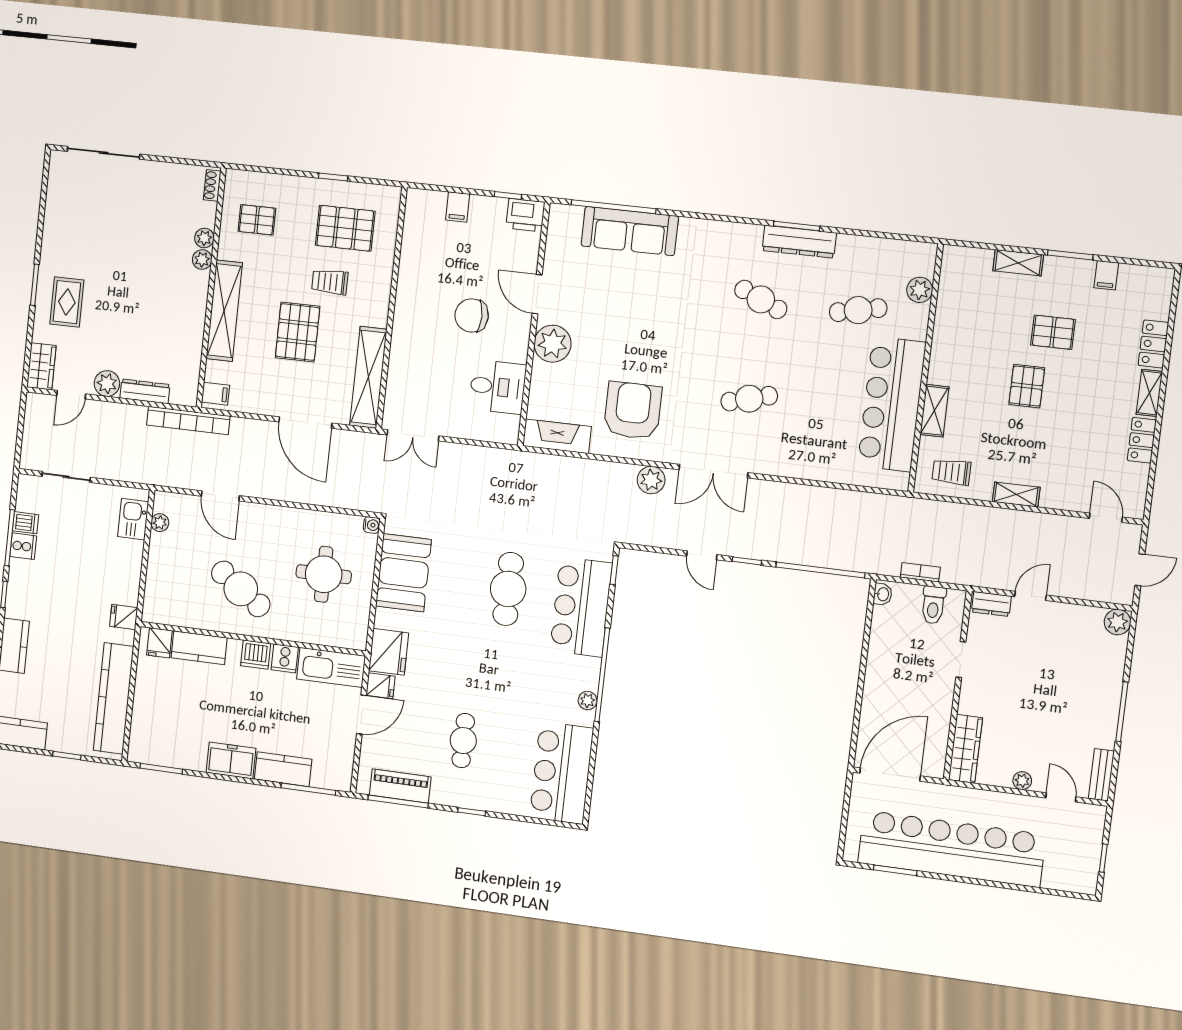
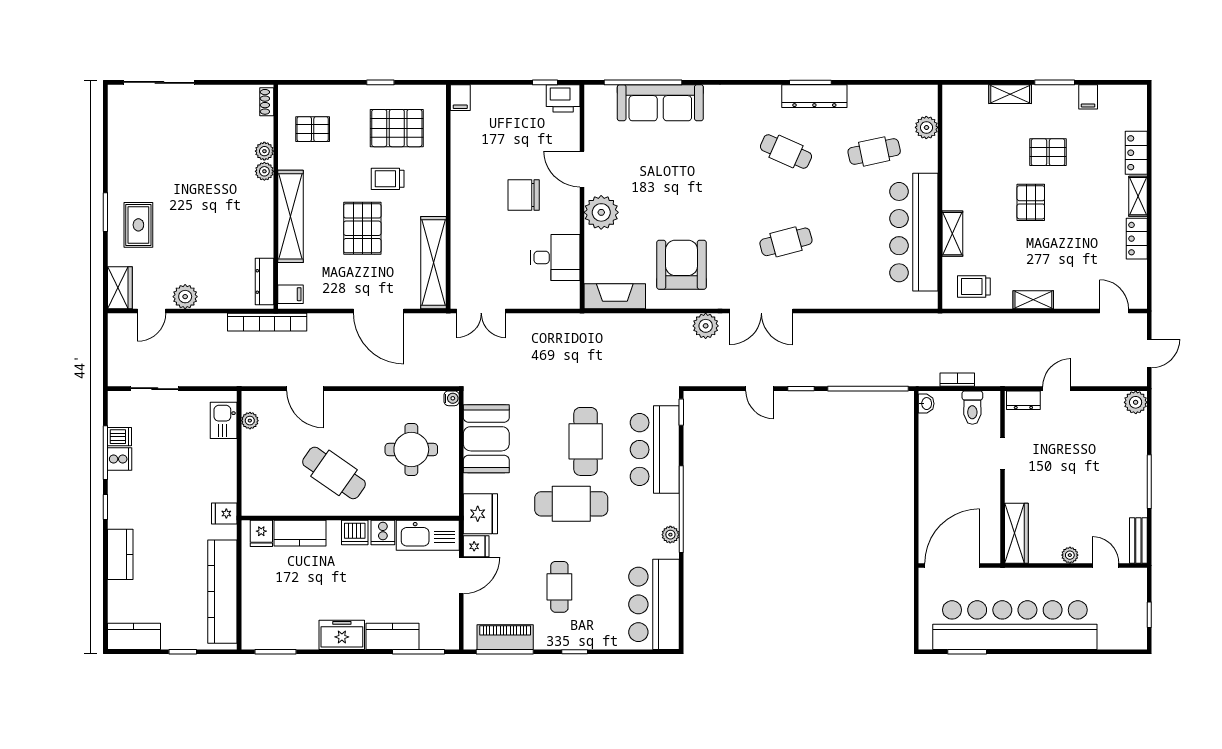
filing cabinet: (458, 207) -> (460, 98), moved
dresser: (145, 391) -> (264, 281), moved, turned -90
cafe table: (486, 654) -> (571, 504), added

